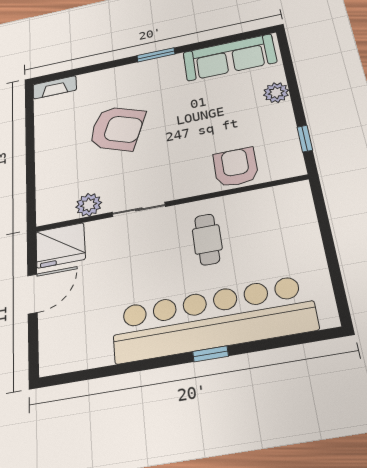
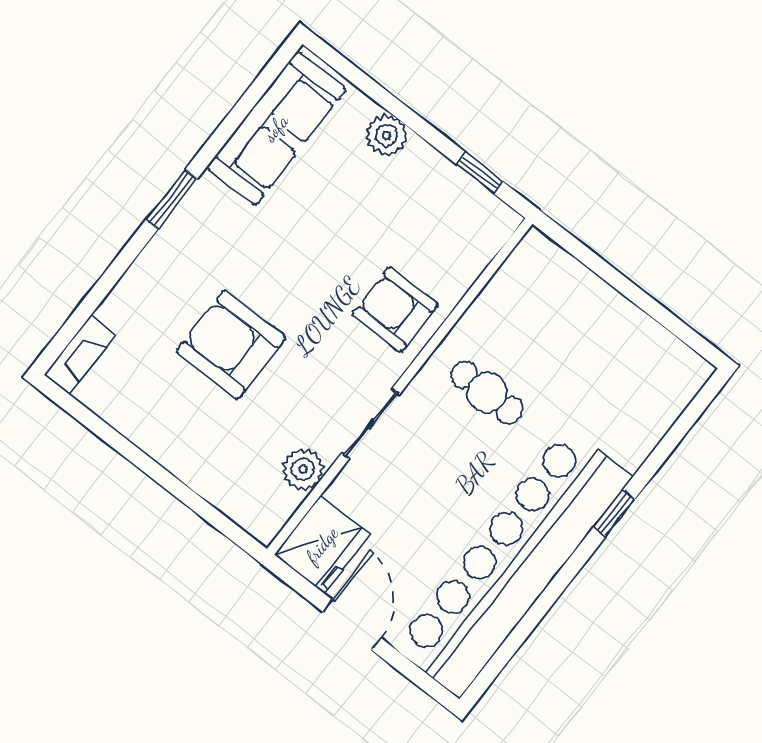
armchair: (117, 129) -> (231, 345), turned -111
armchair: (236, 167) -> (395, 309), moved
bar counter: (212, 319) -> (513, 562), moved

